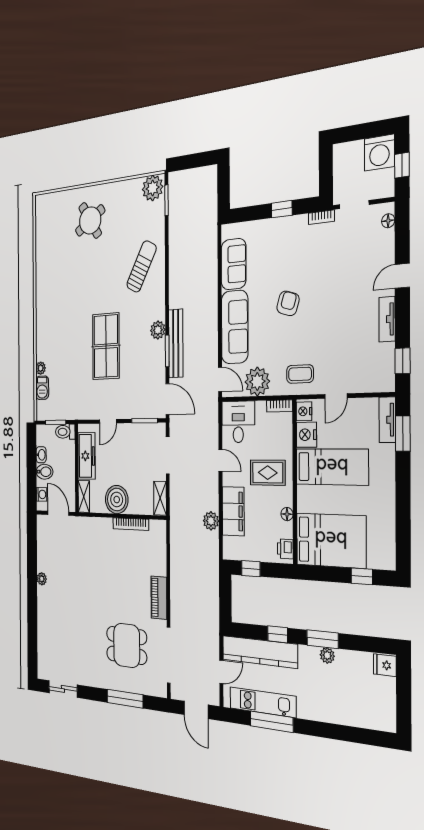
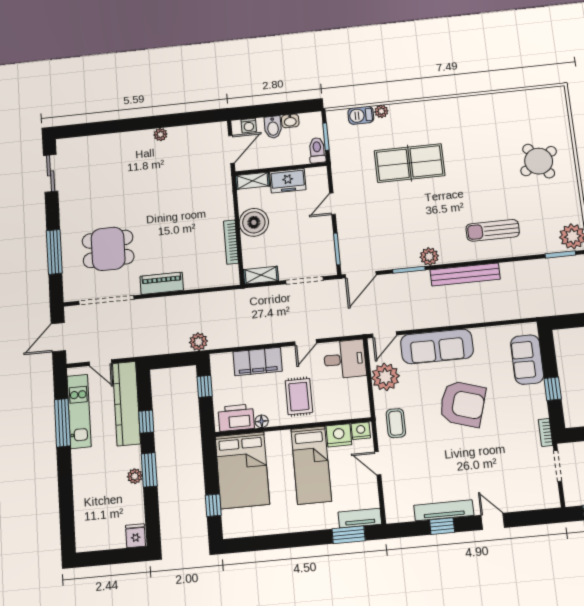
floor lamp: (388, 221) -> (543, 503), removed
sofa: (234, 264) -> (527, 360), moved, turned 90
sun lounger: (141, 267) -> (493, 230), turned 152
armchair: (288, 303) -> (462, 404), width x1.88, depth x1.88
tv unit: (387, 319) -> (444, 510), width x1.41
bench: (176, 343) -> (465, 274), moved
table tennis table: (106, 346) -> (410, 163), moved
window: (403, 361) -> (442, 526), moved
bookcase: (280, 406) -> (364, 404), removed
door: (108, 421) -> (332, 204), hinge flipped
freezer: (86, 456) -> (288, 181), width x0.71
plant: (211, 521) -> (198, 342), moved
printer: (285, 549) -> (236, 418), width x1.87, depth x1.48
dining table: (127, 645) -> (108, 249), turned 90

